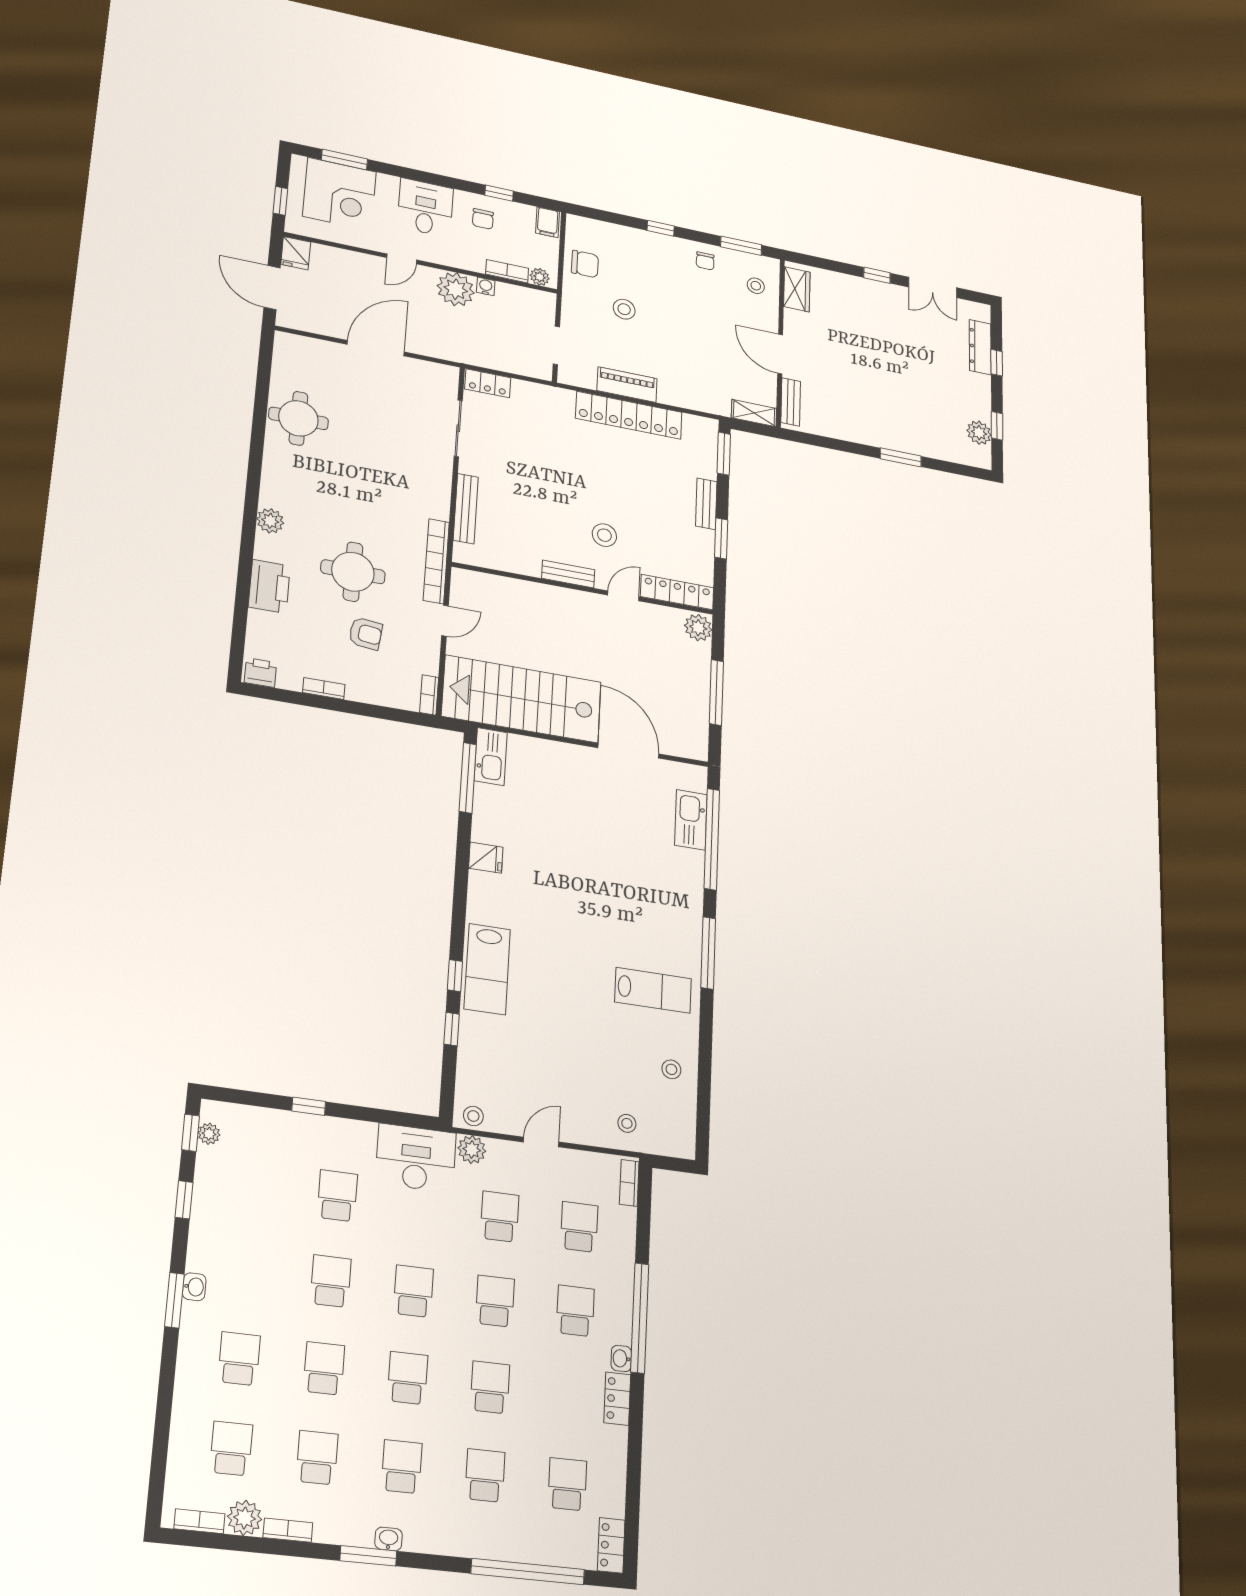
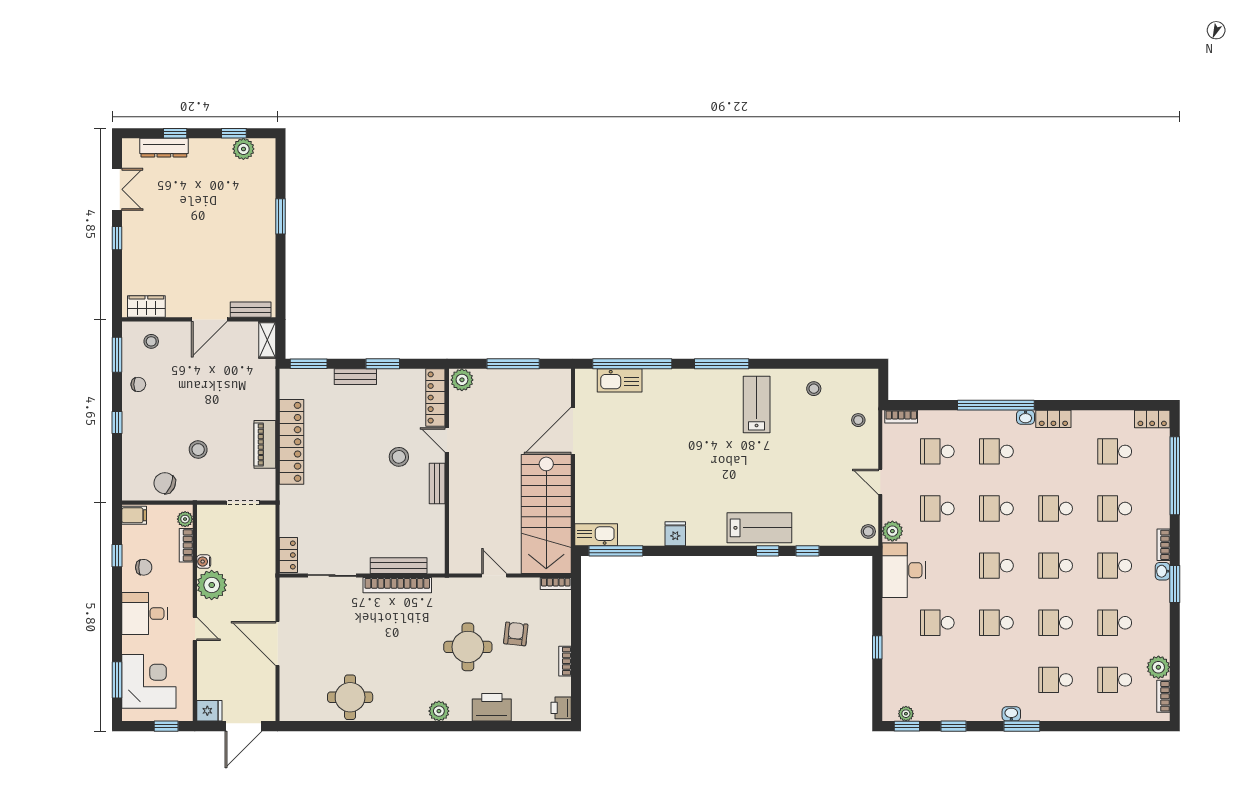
chair: (585, 264) -> (165, 483), turned -67
bookcase: (436, 561) -> (397, 585), moved
bookcase: (288, 1530) -> (1163, 545), moved

